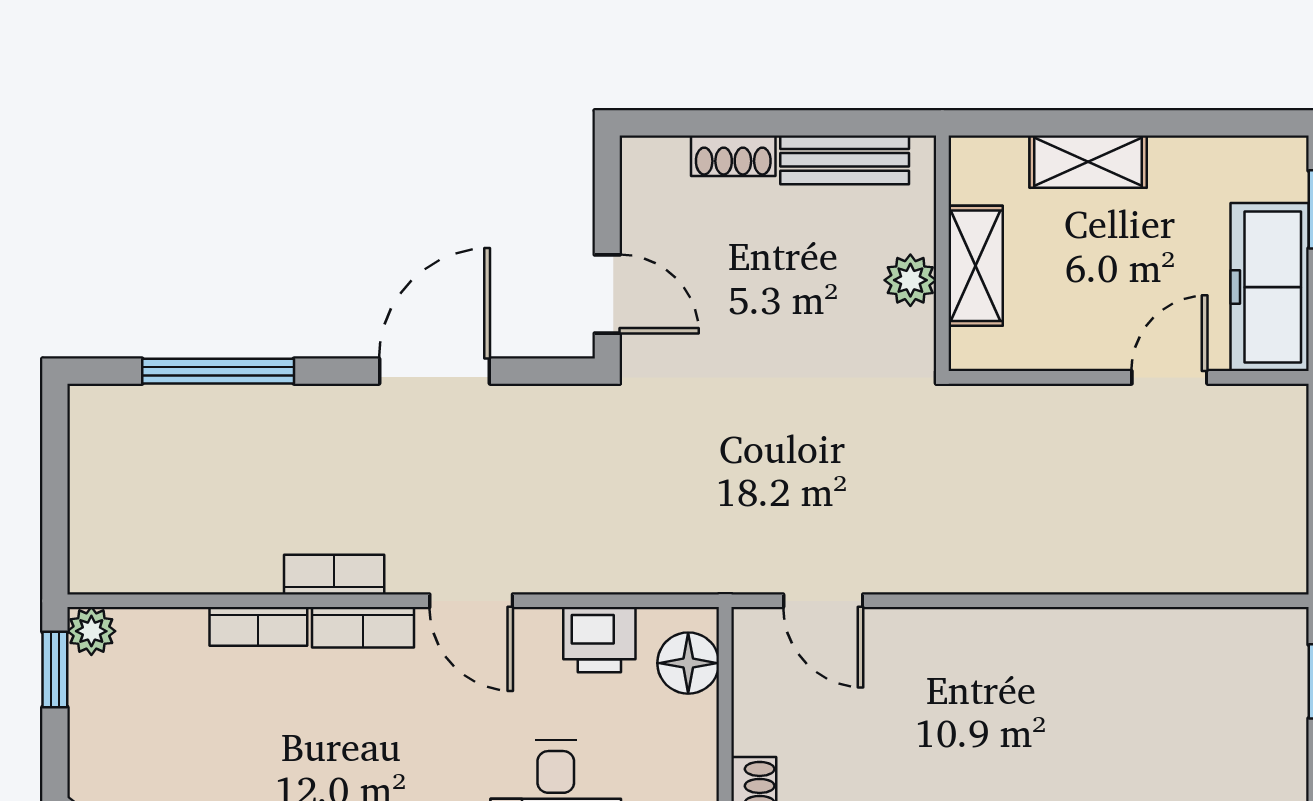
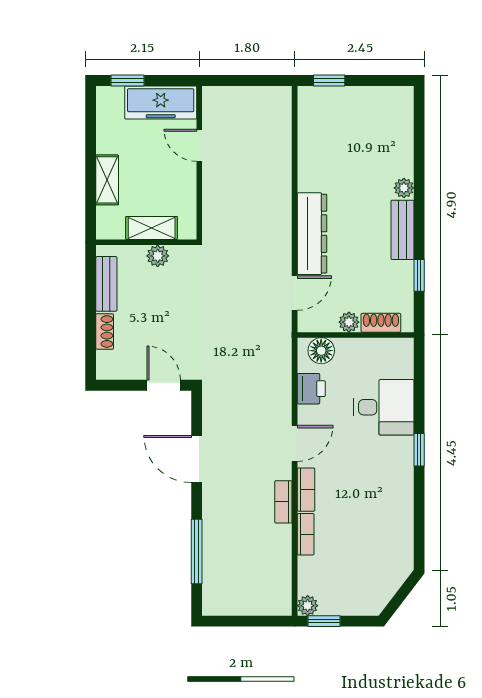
door: (607, 294) -> (164, 385), hinge flipped
dresser: (963, 641) -> (312, 234), added
plant: (755, 728) -> (349, 322), added

